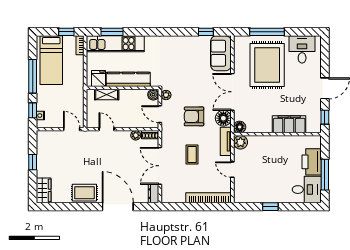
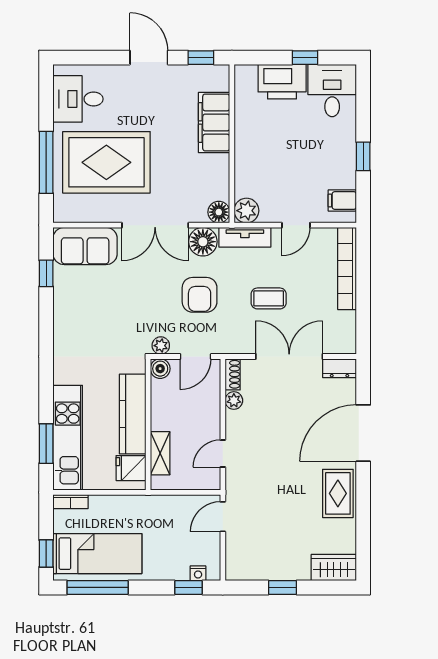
window: (66, 32) -> (46, 553), moved
window: (33, 76) -> (98, 587), moved
double door: (160, 166) -> (289, 356), swing flipped
window: (325, 175) -> (305, 58), width x0.46
filing cabinet: (246, 195) -> (342, 201), added

